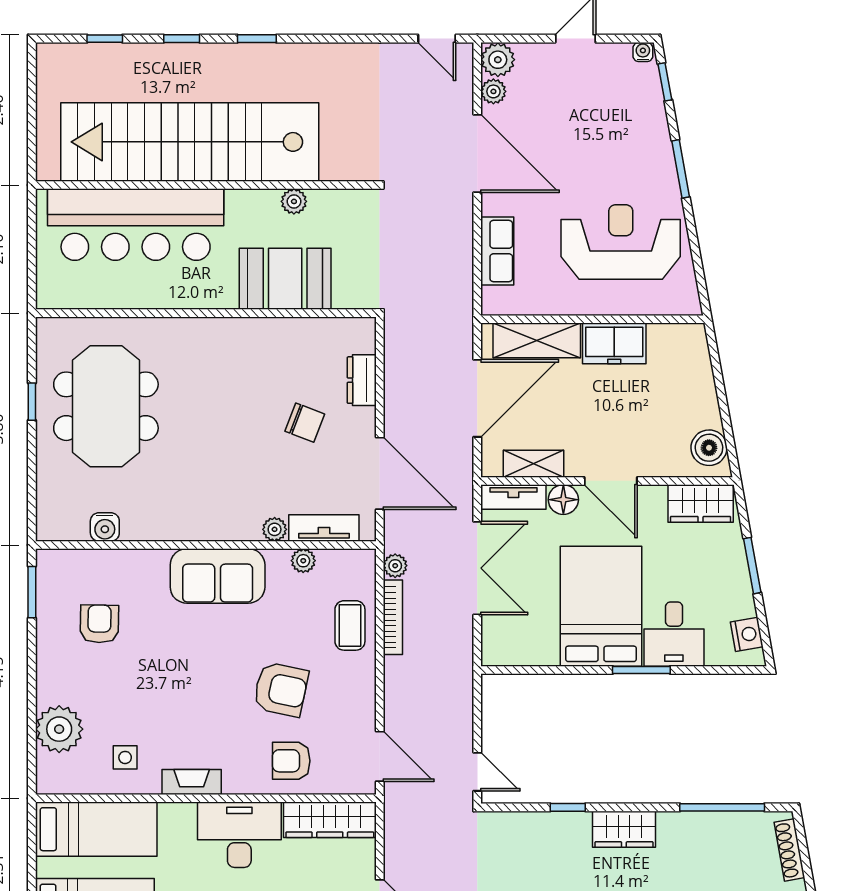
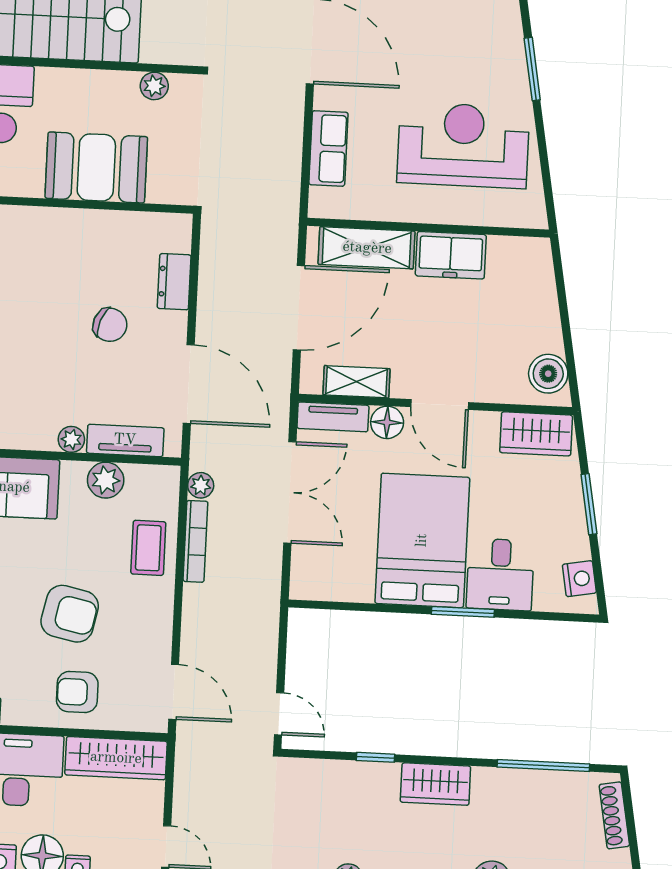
plant: (294, 201) -> (154, 86), moved
plant: (303, 561) -> (106, 480), width x1.38, depth x1.38

